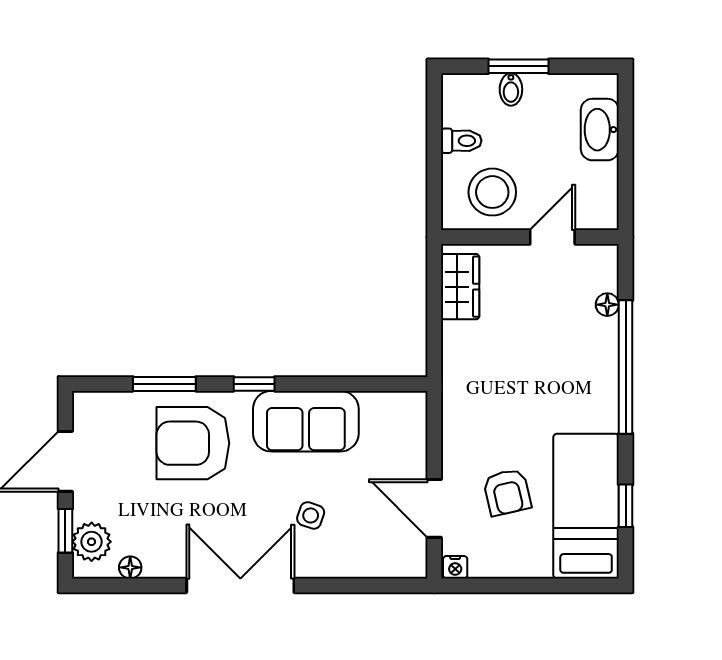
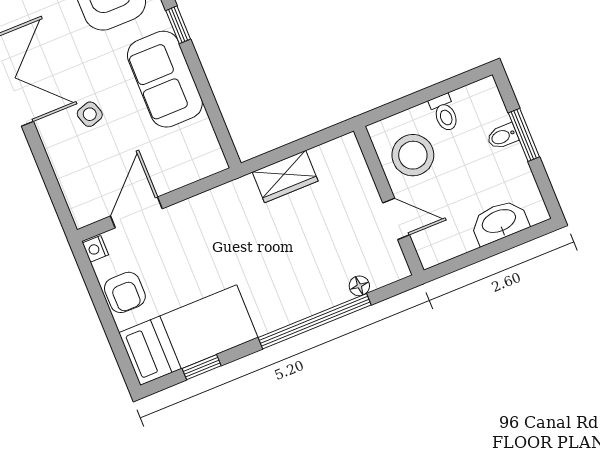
wardrobe: (460, 287) -> (285, 177), moved
armchair: (507, 492) -> (125, 292), moved, turned -77
side table: (311, 515) -> (90, 114), turned -37

